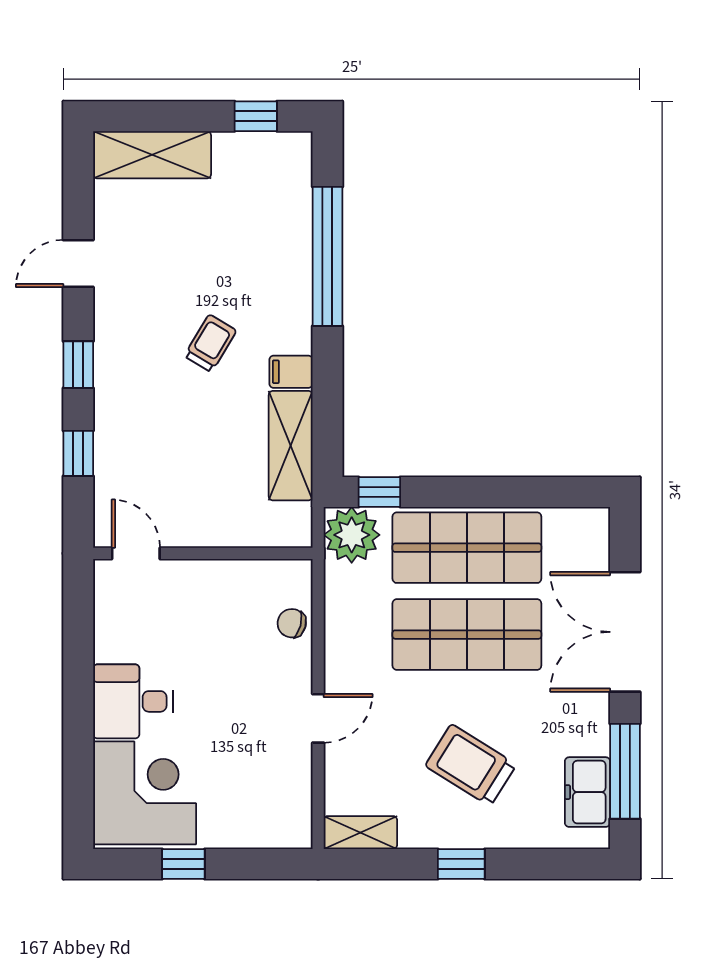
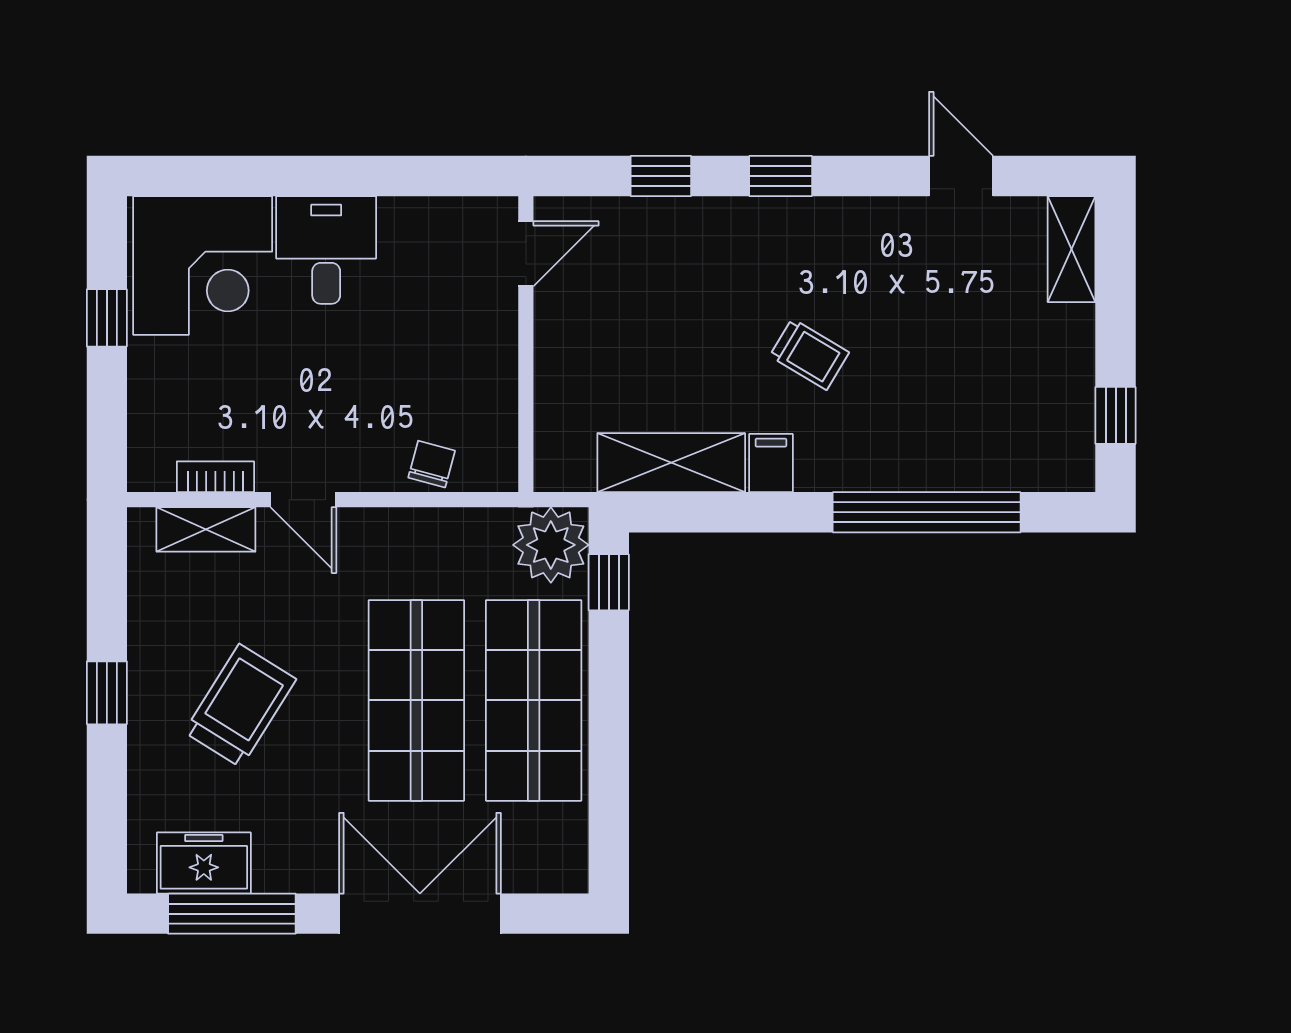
shelving: (152, 155) -> (1072, 249), width x0.67, depth x0.75
door: (78, 263) -> (961, 176), moved
bookcase: (301, 783) -> (215, 477), added
shelving: (360, 833) -> (206, 529), moved, turned 90

